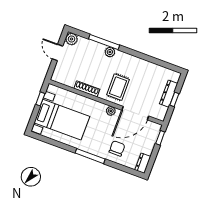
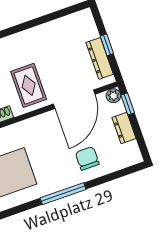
dresser: (169, 94) -> (100, 58), moved
plant: (111, 111) -> (113, 96), moved
dresser: (143, 163) -> (124, 128), moved

